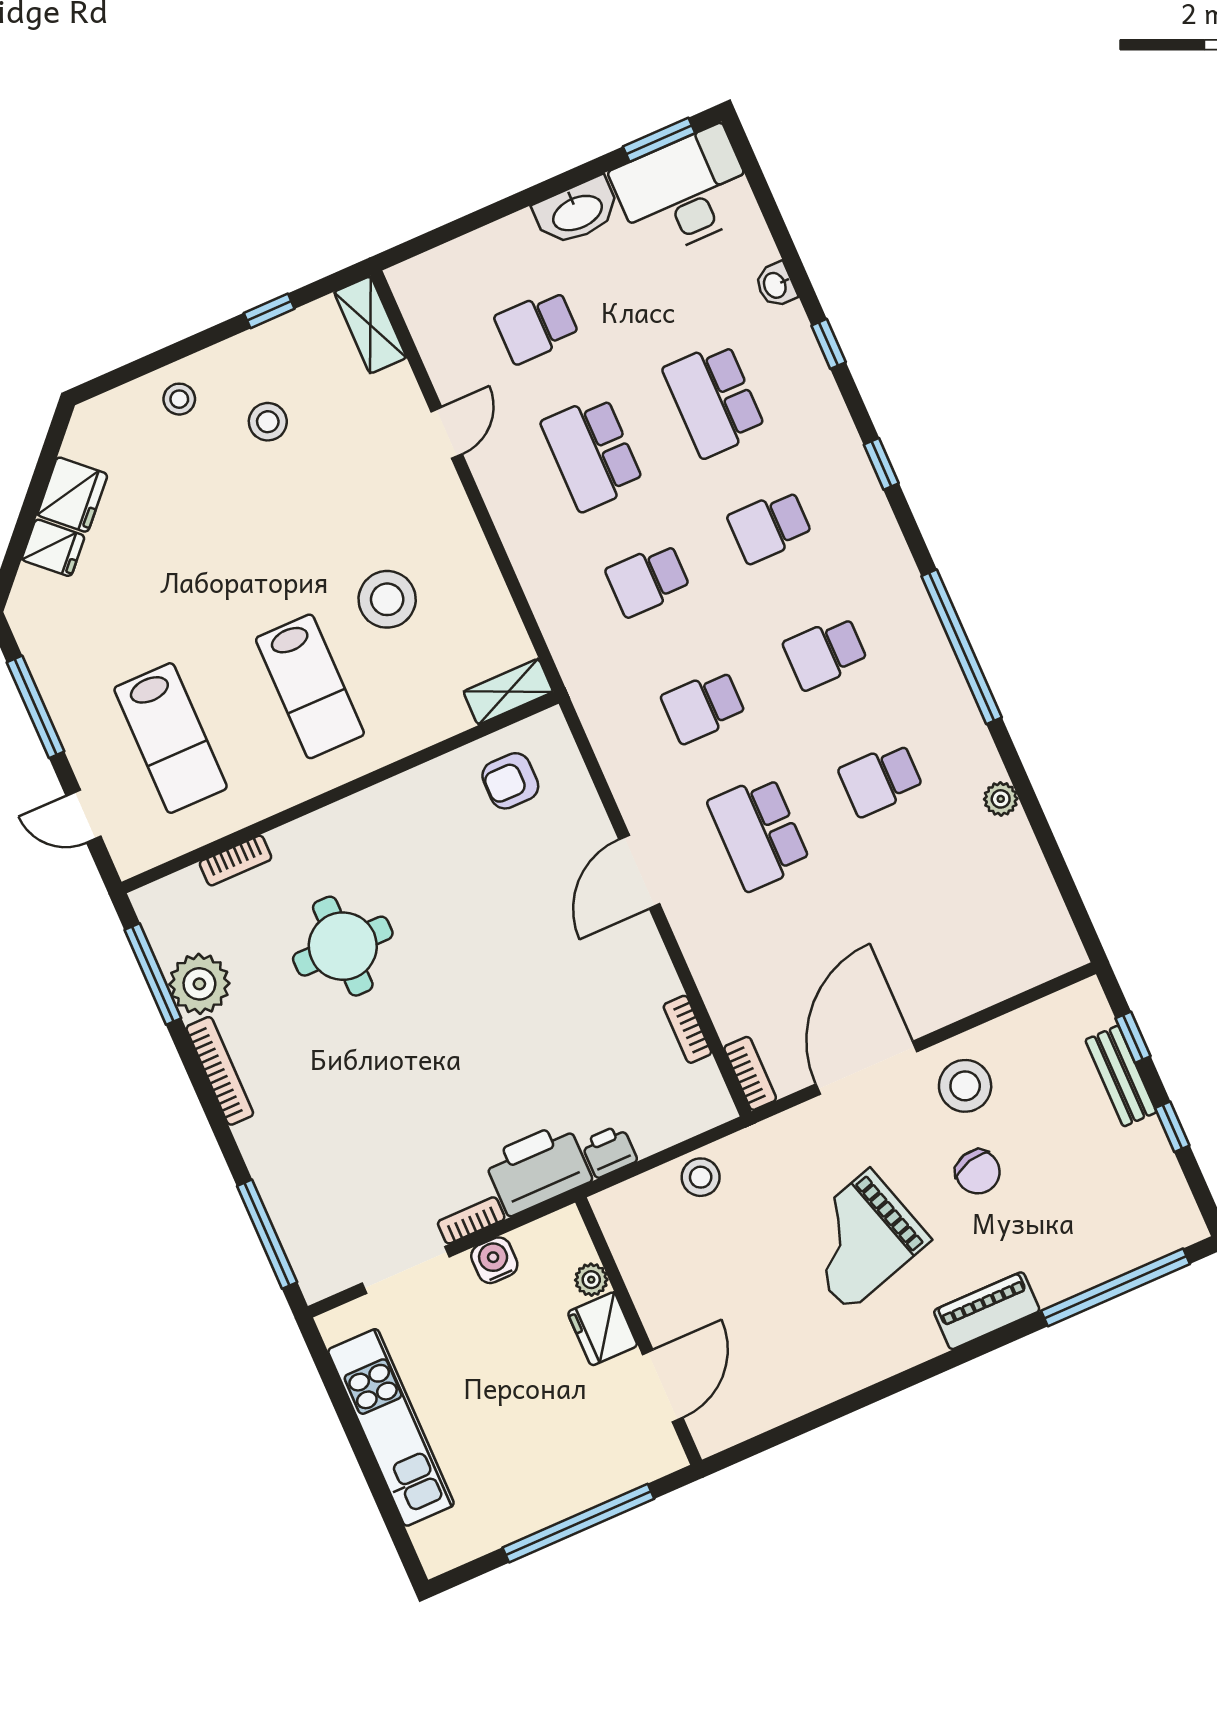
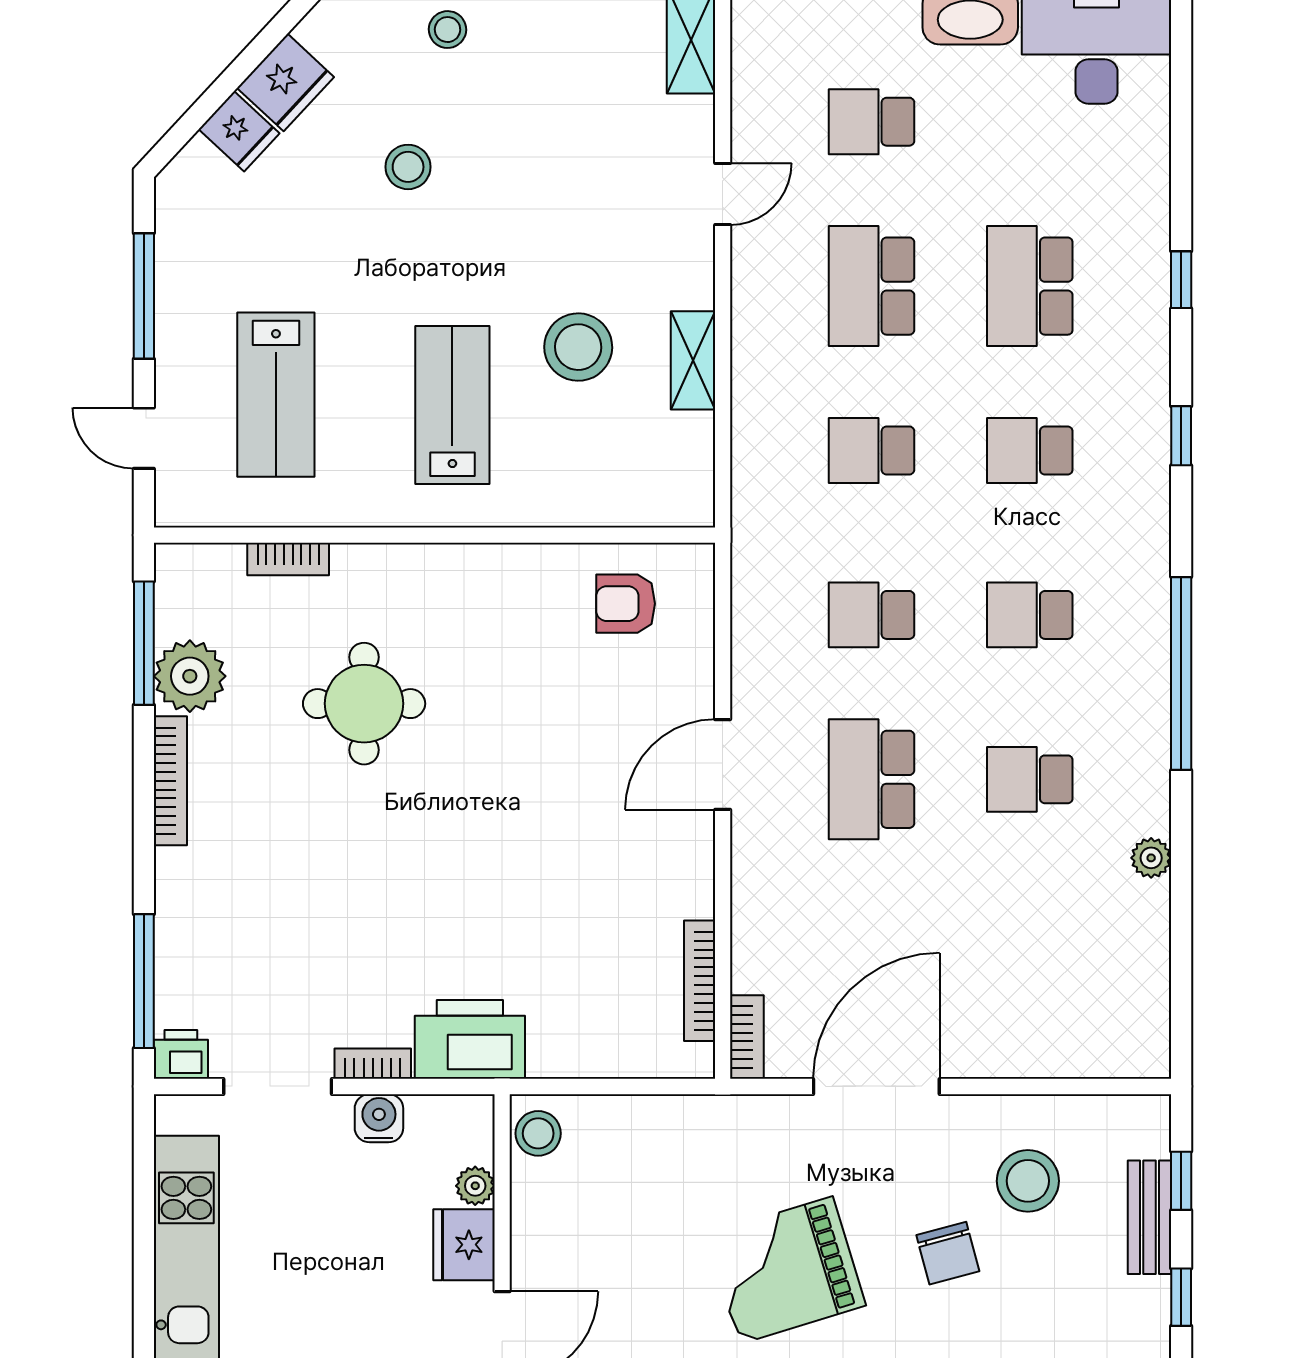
washbasin: (776, 285) -> (1152, 190), removed
stool: (268, 422) -> (408, 167), moved
lab bench: (310, 686) -> (452, 405), turned 180
shelving: (508, 692) -> (693, 360), moved, turned 90
bookcase: (687, 1029) -> (700, 981), width x1.56
stool: (965, 1086) -> (1028, 1181), moved
printer: (609, 1151) -> (181, 1054), moved
stool: (701, 1177) -> (538, 1133), moved

